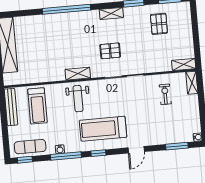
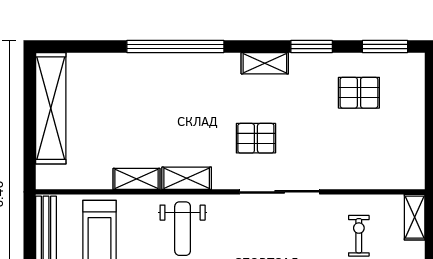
pallet: (159, 24) -> (359, 93), turned 90
shelving: (184, 64) -> (136, 179), moved

